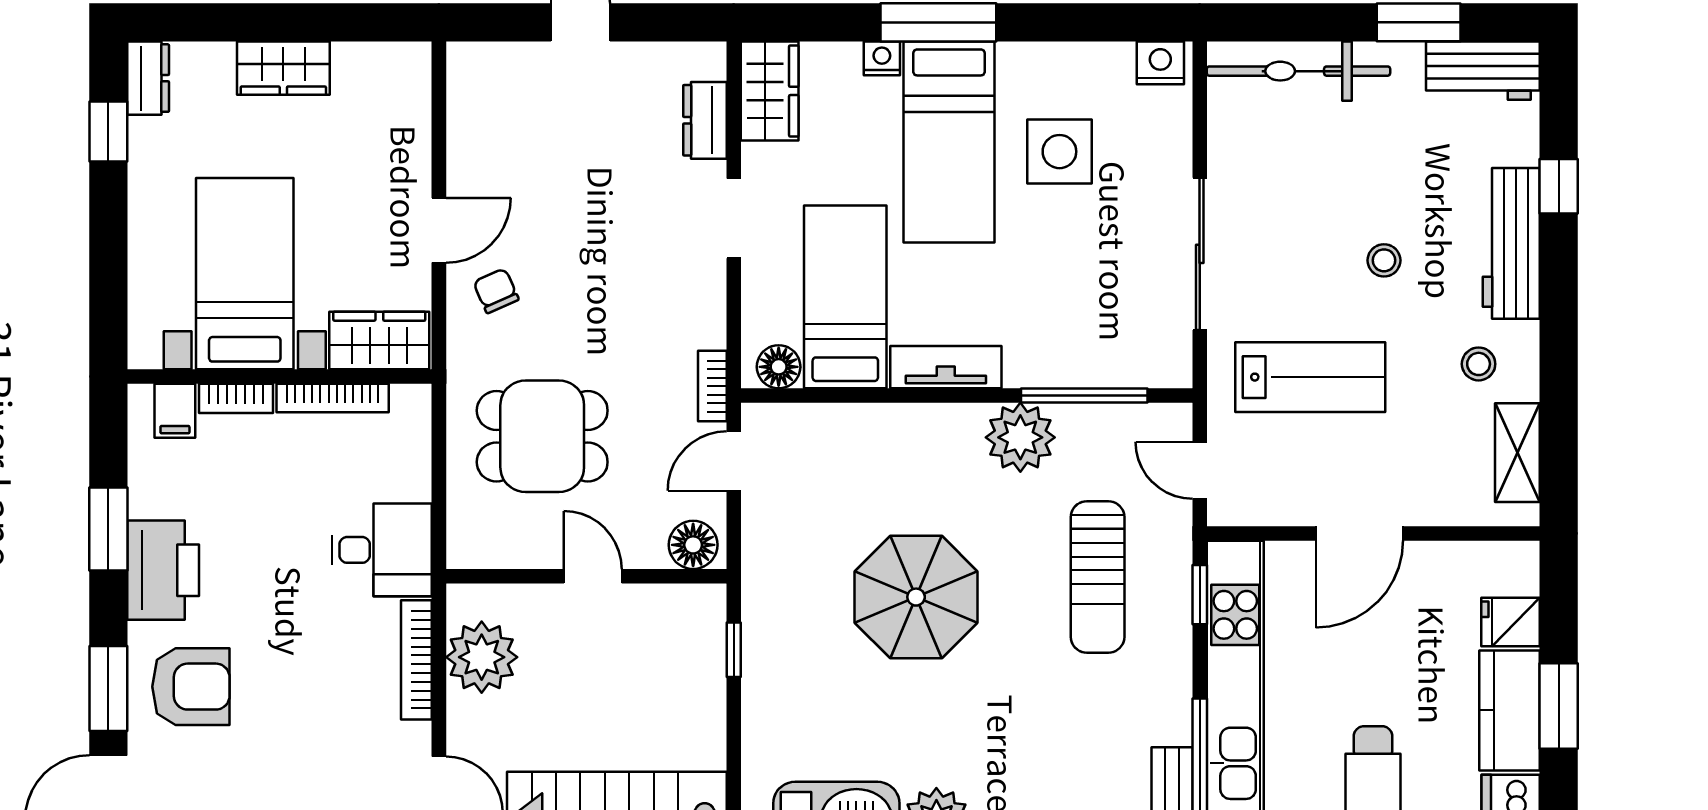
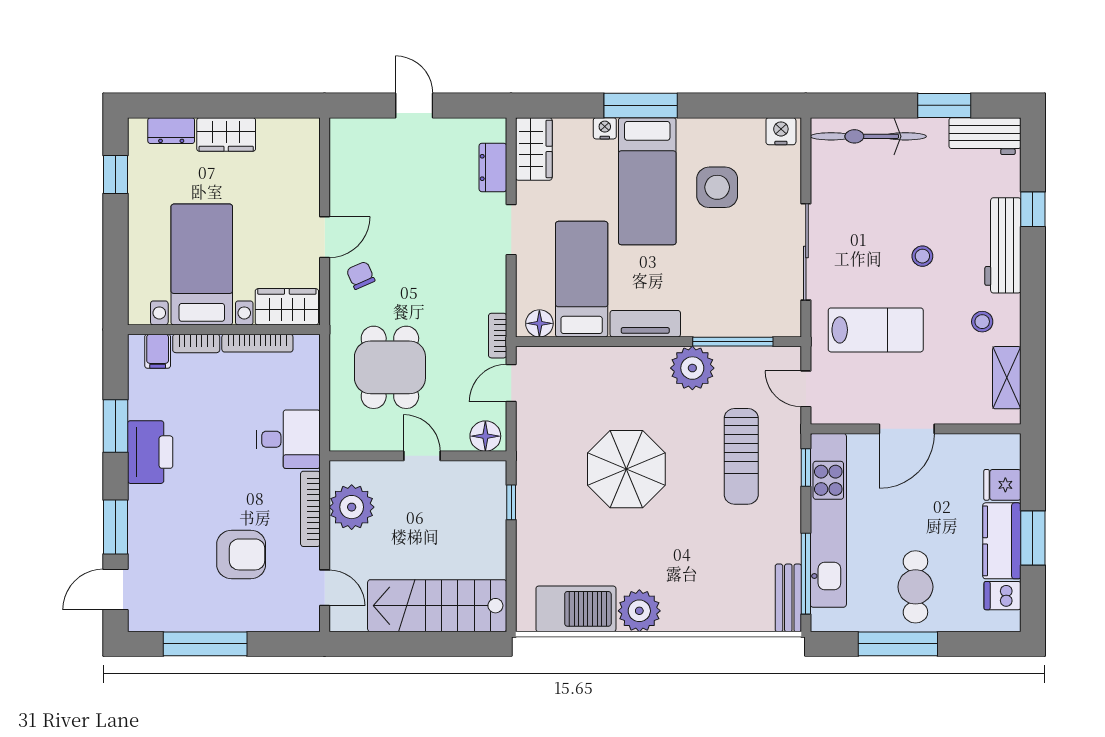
dresser: (148, 78) -> (171, 131), moved, turned 90
dining table: (542, 436) -> (390, 367), turned 90
armchair: (191, 687) -> (241, 554), moved

